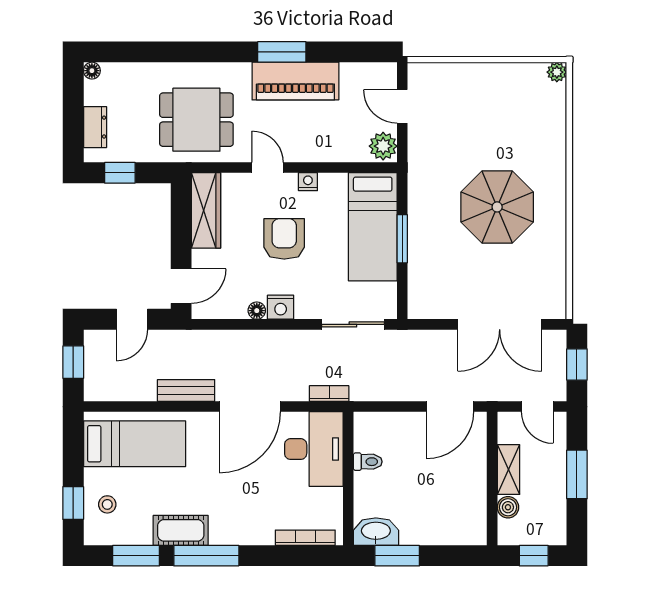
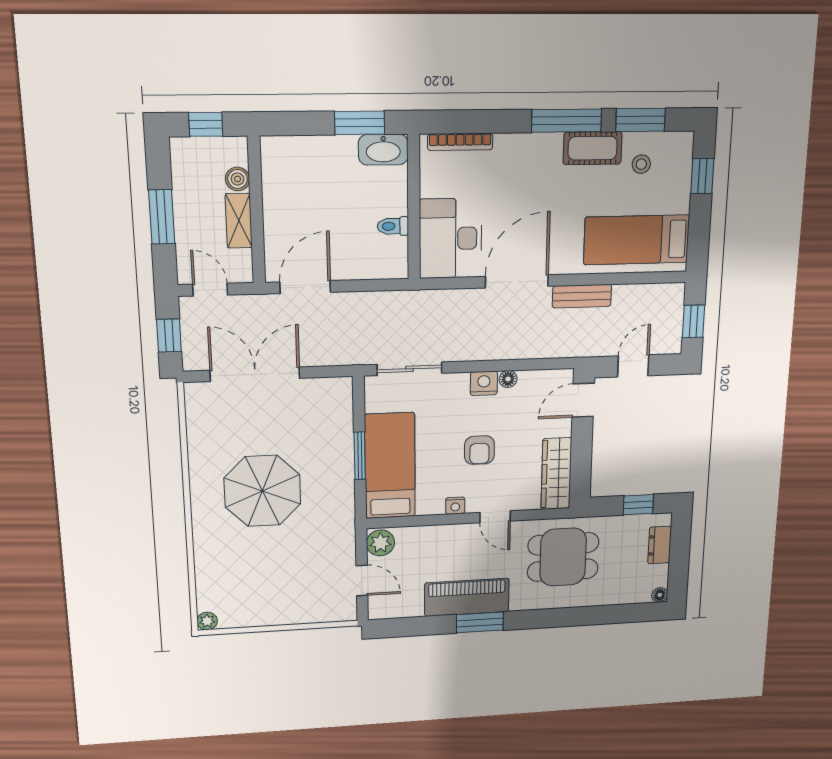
armchair: (284, 239) -> (479, 450), width x0.72, depth x0.72
bookcase: (329, 394) -> (434, 297), removed
stool: (107, 504) -> (641, 164), moved

